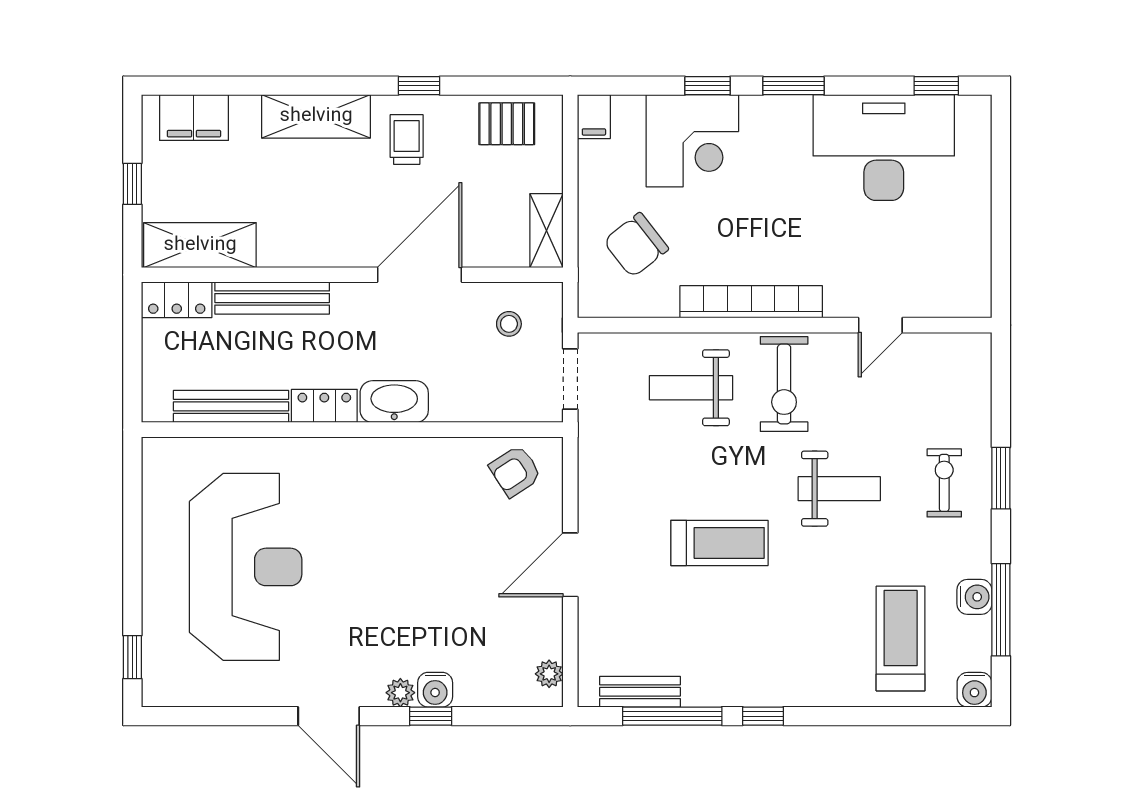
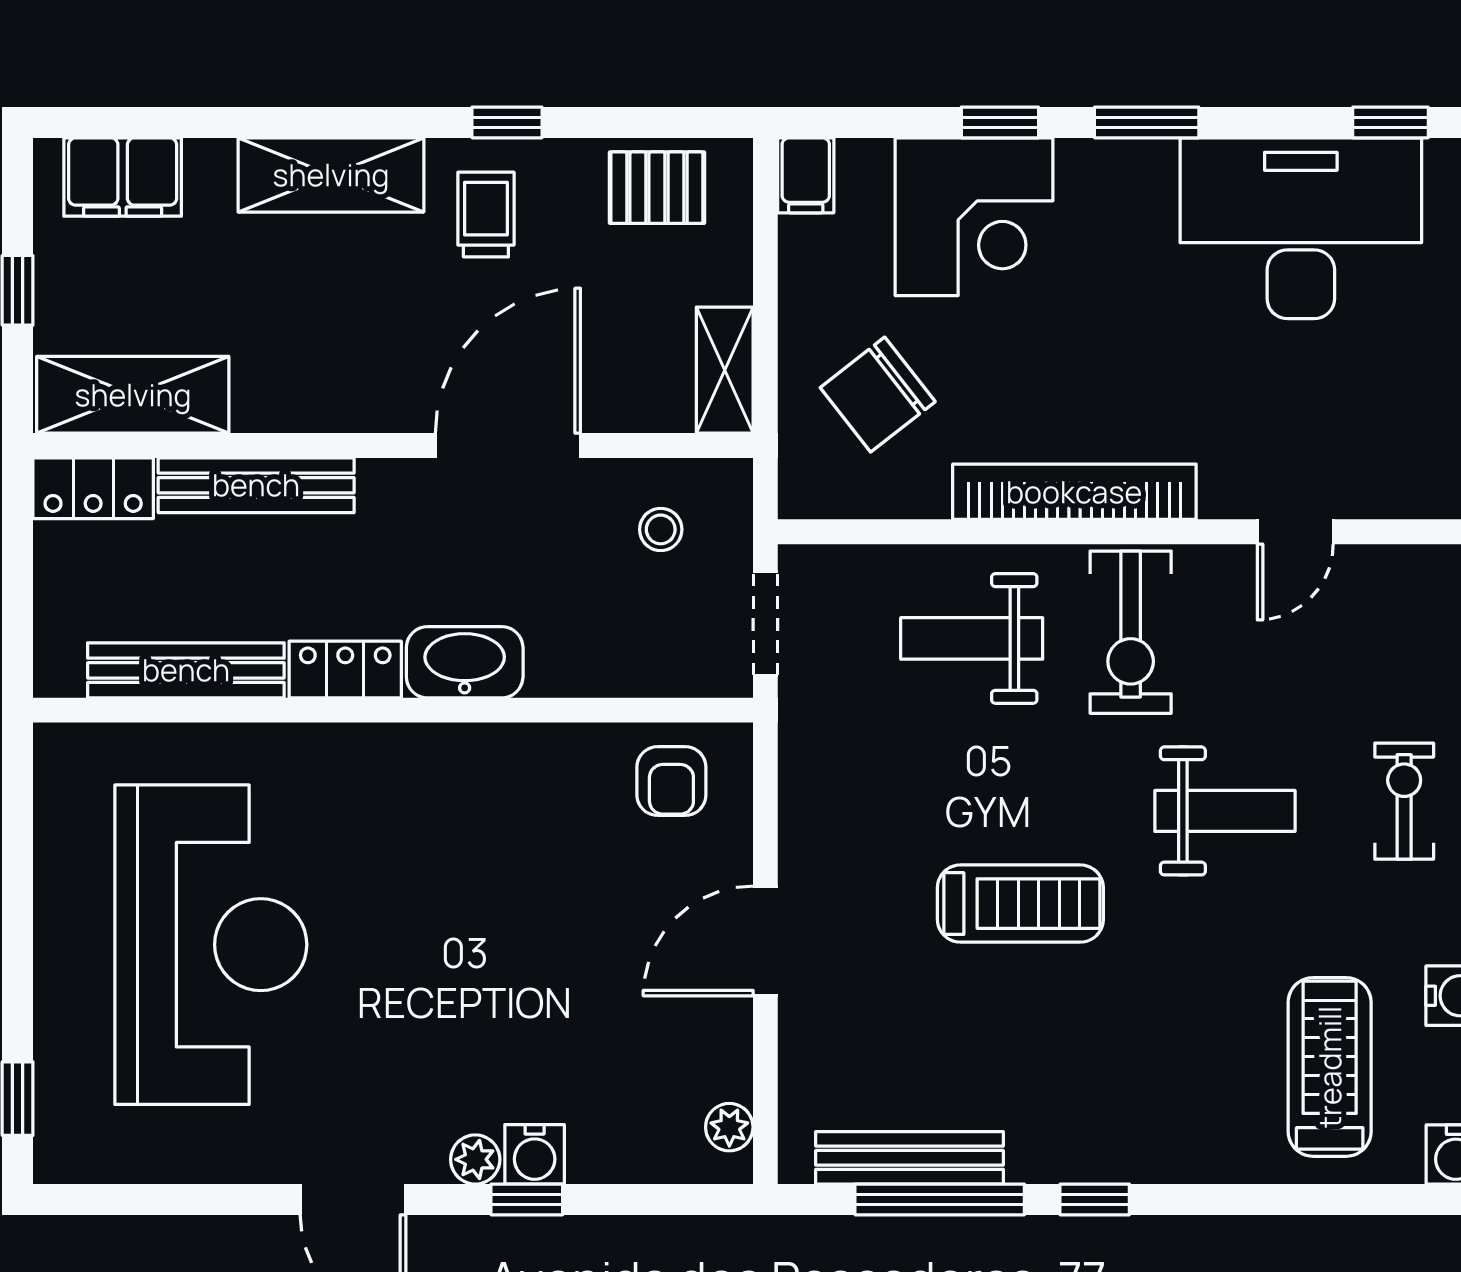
armchair: (515, 471) -> (671, 781), turned -57
bench: (640, 692) -> (909, 1158), width x1.36

